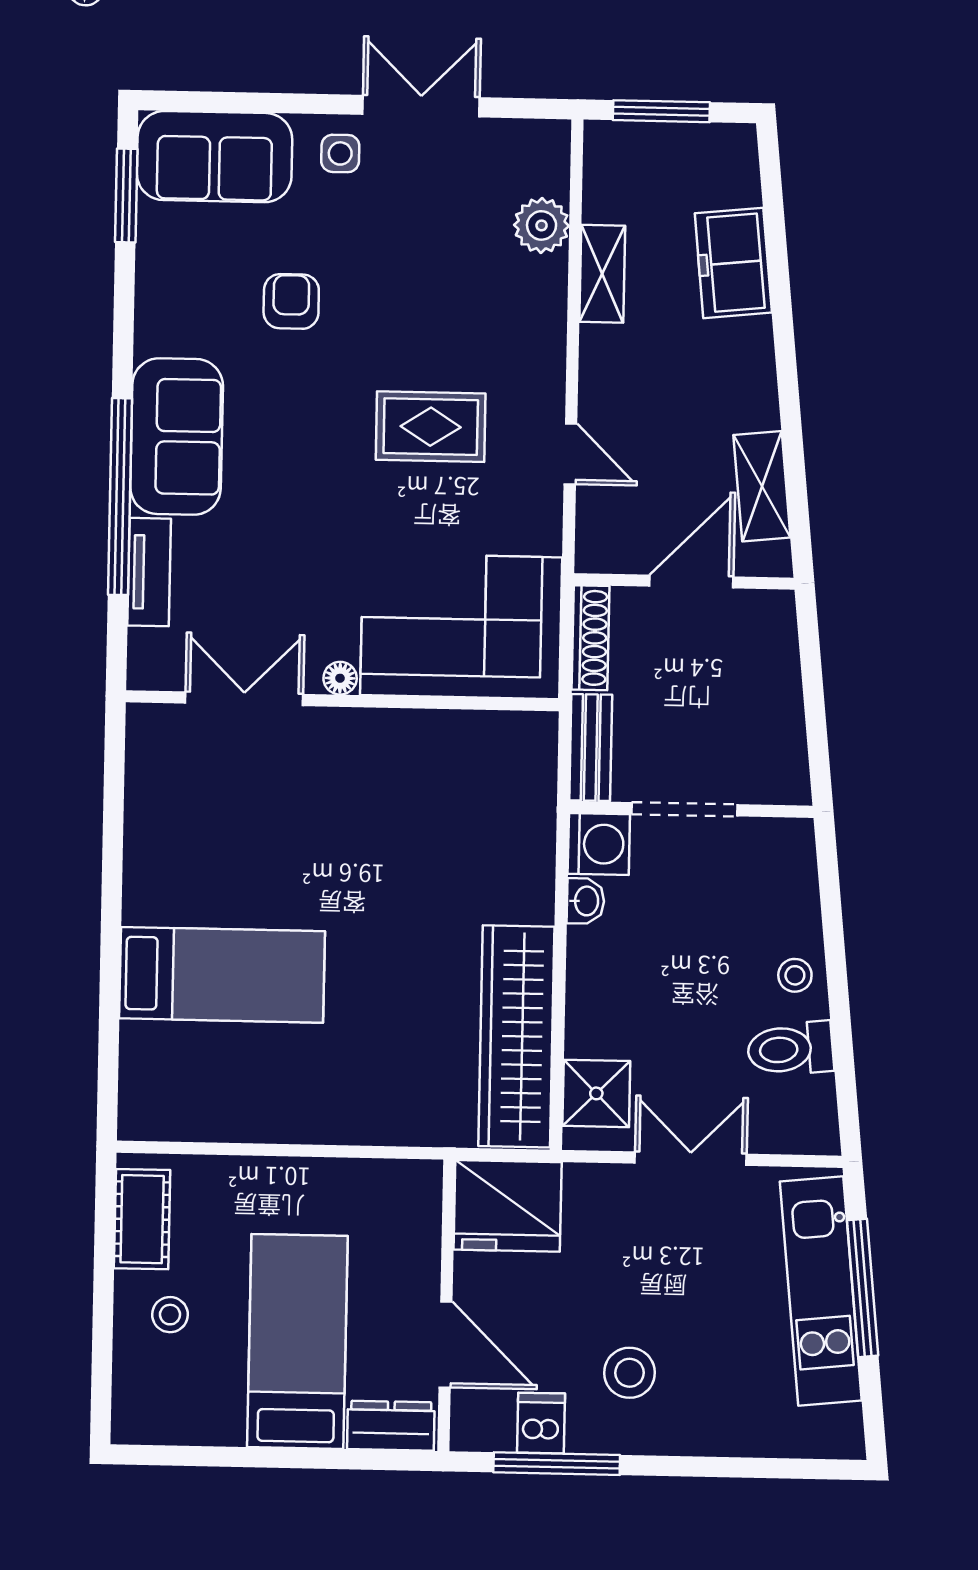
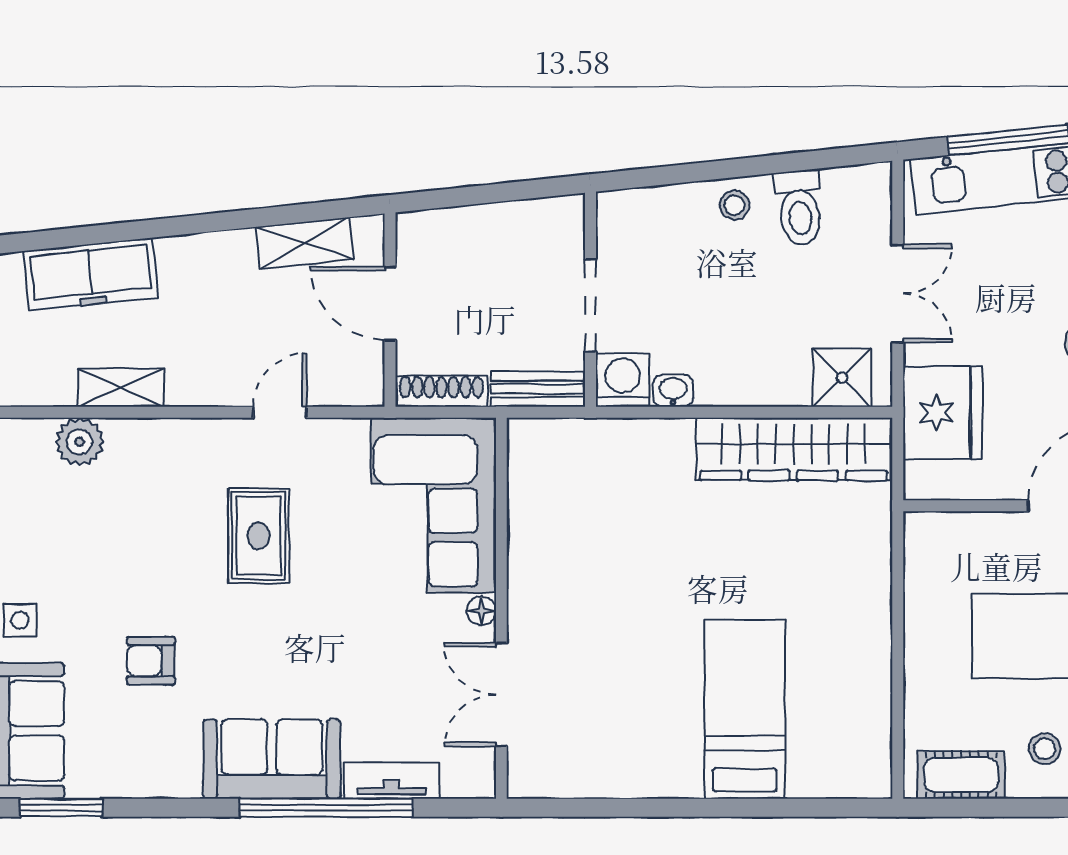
freezer: (733, 263) -> (90, 274), width x1.40
double door: (691, 1159) -> (898, 293), swing flipped
fridge: (508, 1206) -> (943, 413), moved

